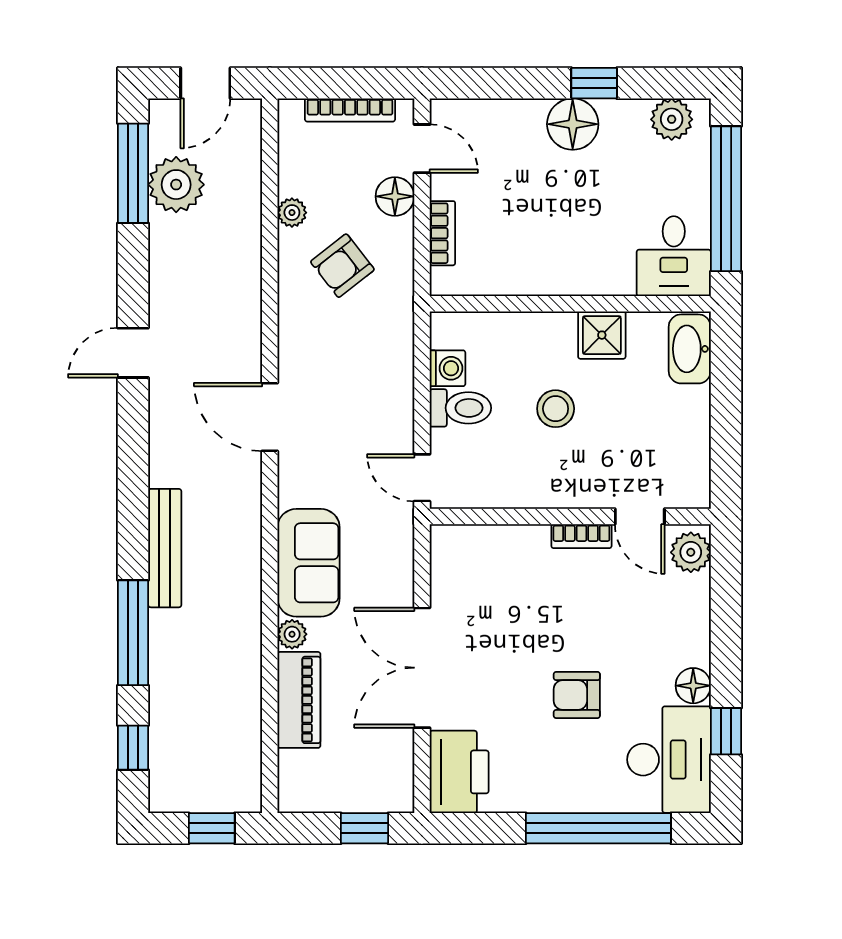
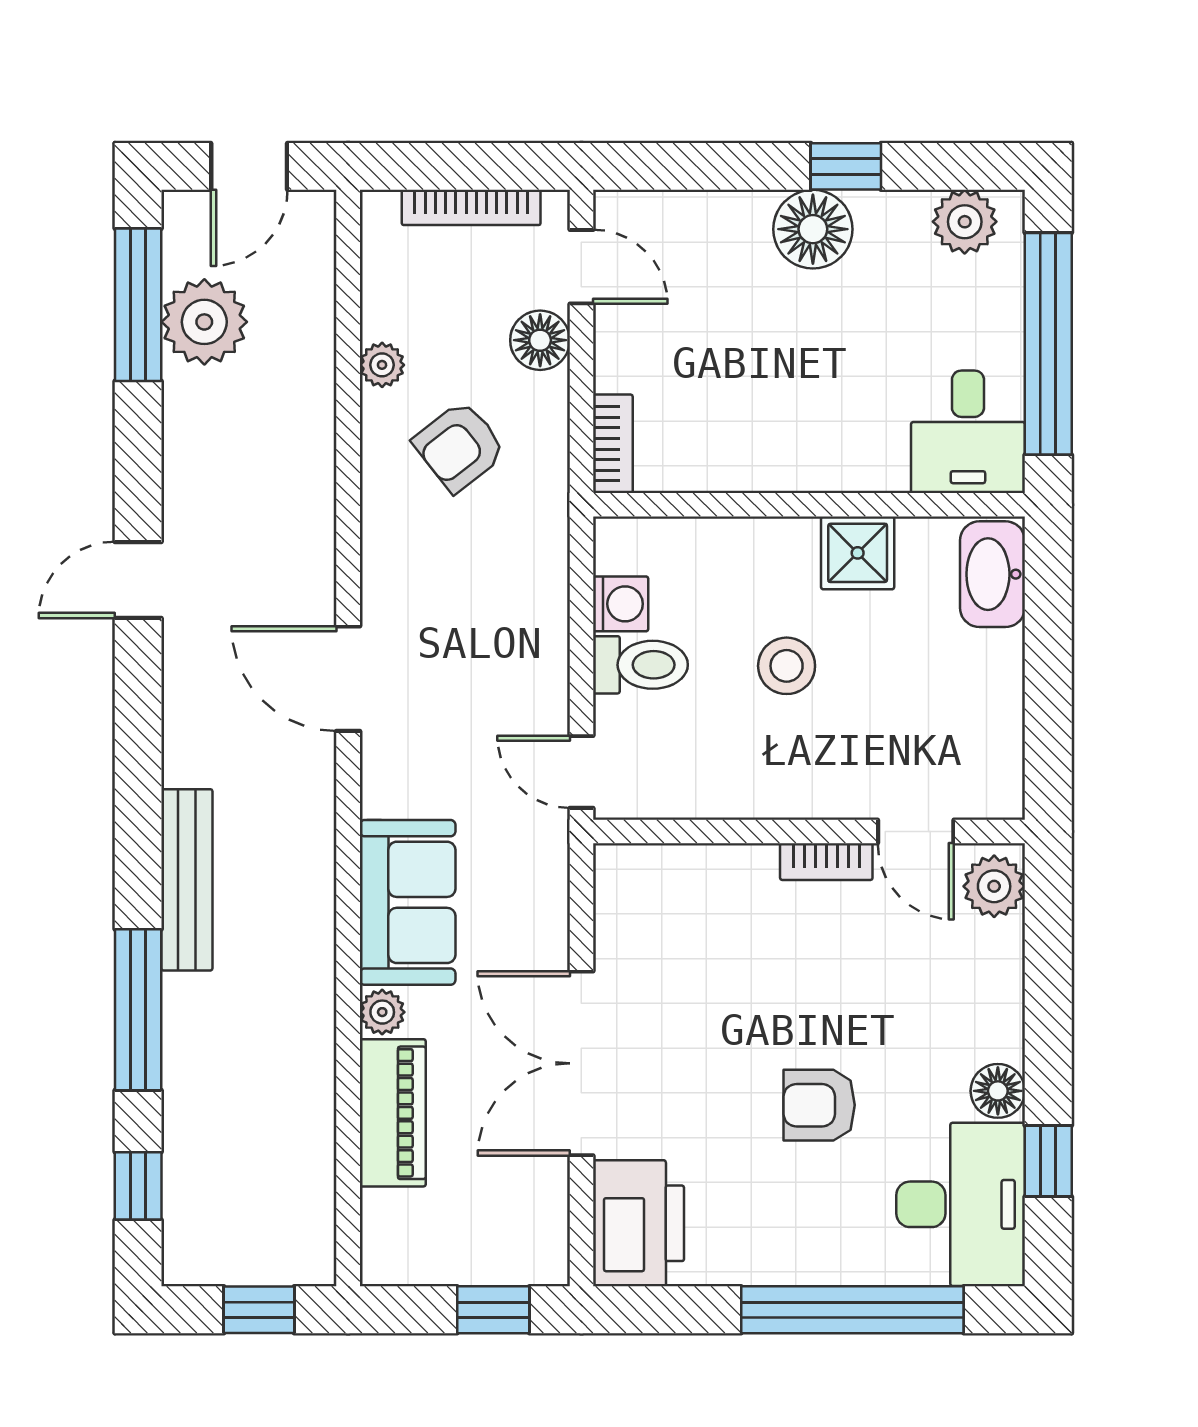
bookcase: (442, 233) -> (613, 444), moved

